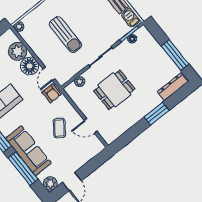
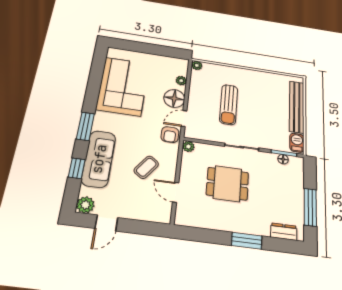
plant: (18, 51) -> (181, 81), width x0.53, depth x0.53
plant: (80, 82) -> (188, 146), moved
dresser: (173, 87) -> (284, 232), width x0.70
window: (23, 169) -> (77, 168), width x0.46

